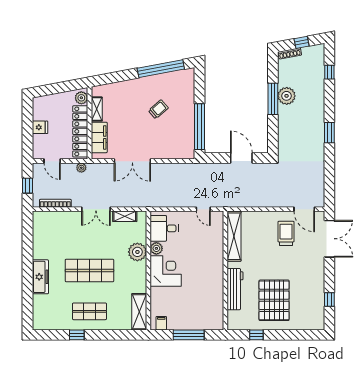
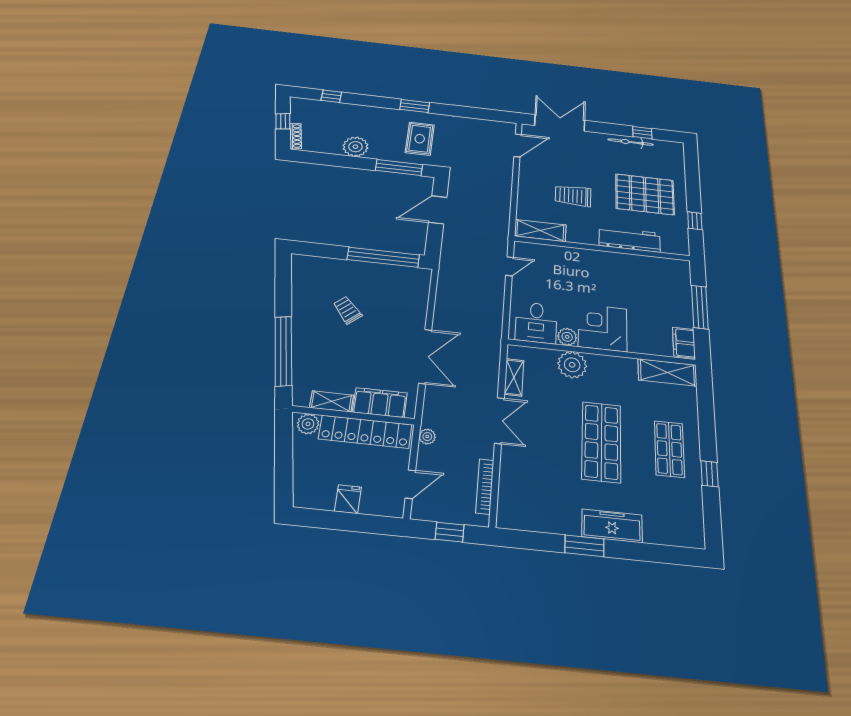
window: (161, 69) -> (283, 351), moved
window: (273, 99) -> (399, 168), moved
rug: (300, 140) -> (420, 139), added
trolley: (286, 233) -> (573, 196), moved
shelving: (234, 236) -> (540, 231), width x0.68
window: (28, 261) -> (584, 546), added
bicycle: (319, 291) -> (631, 142), added
filing cabinet: (161, 323) -> (684, 343), width x2.00

